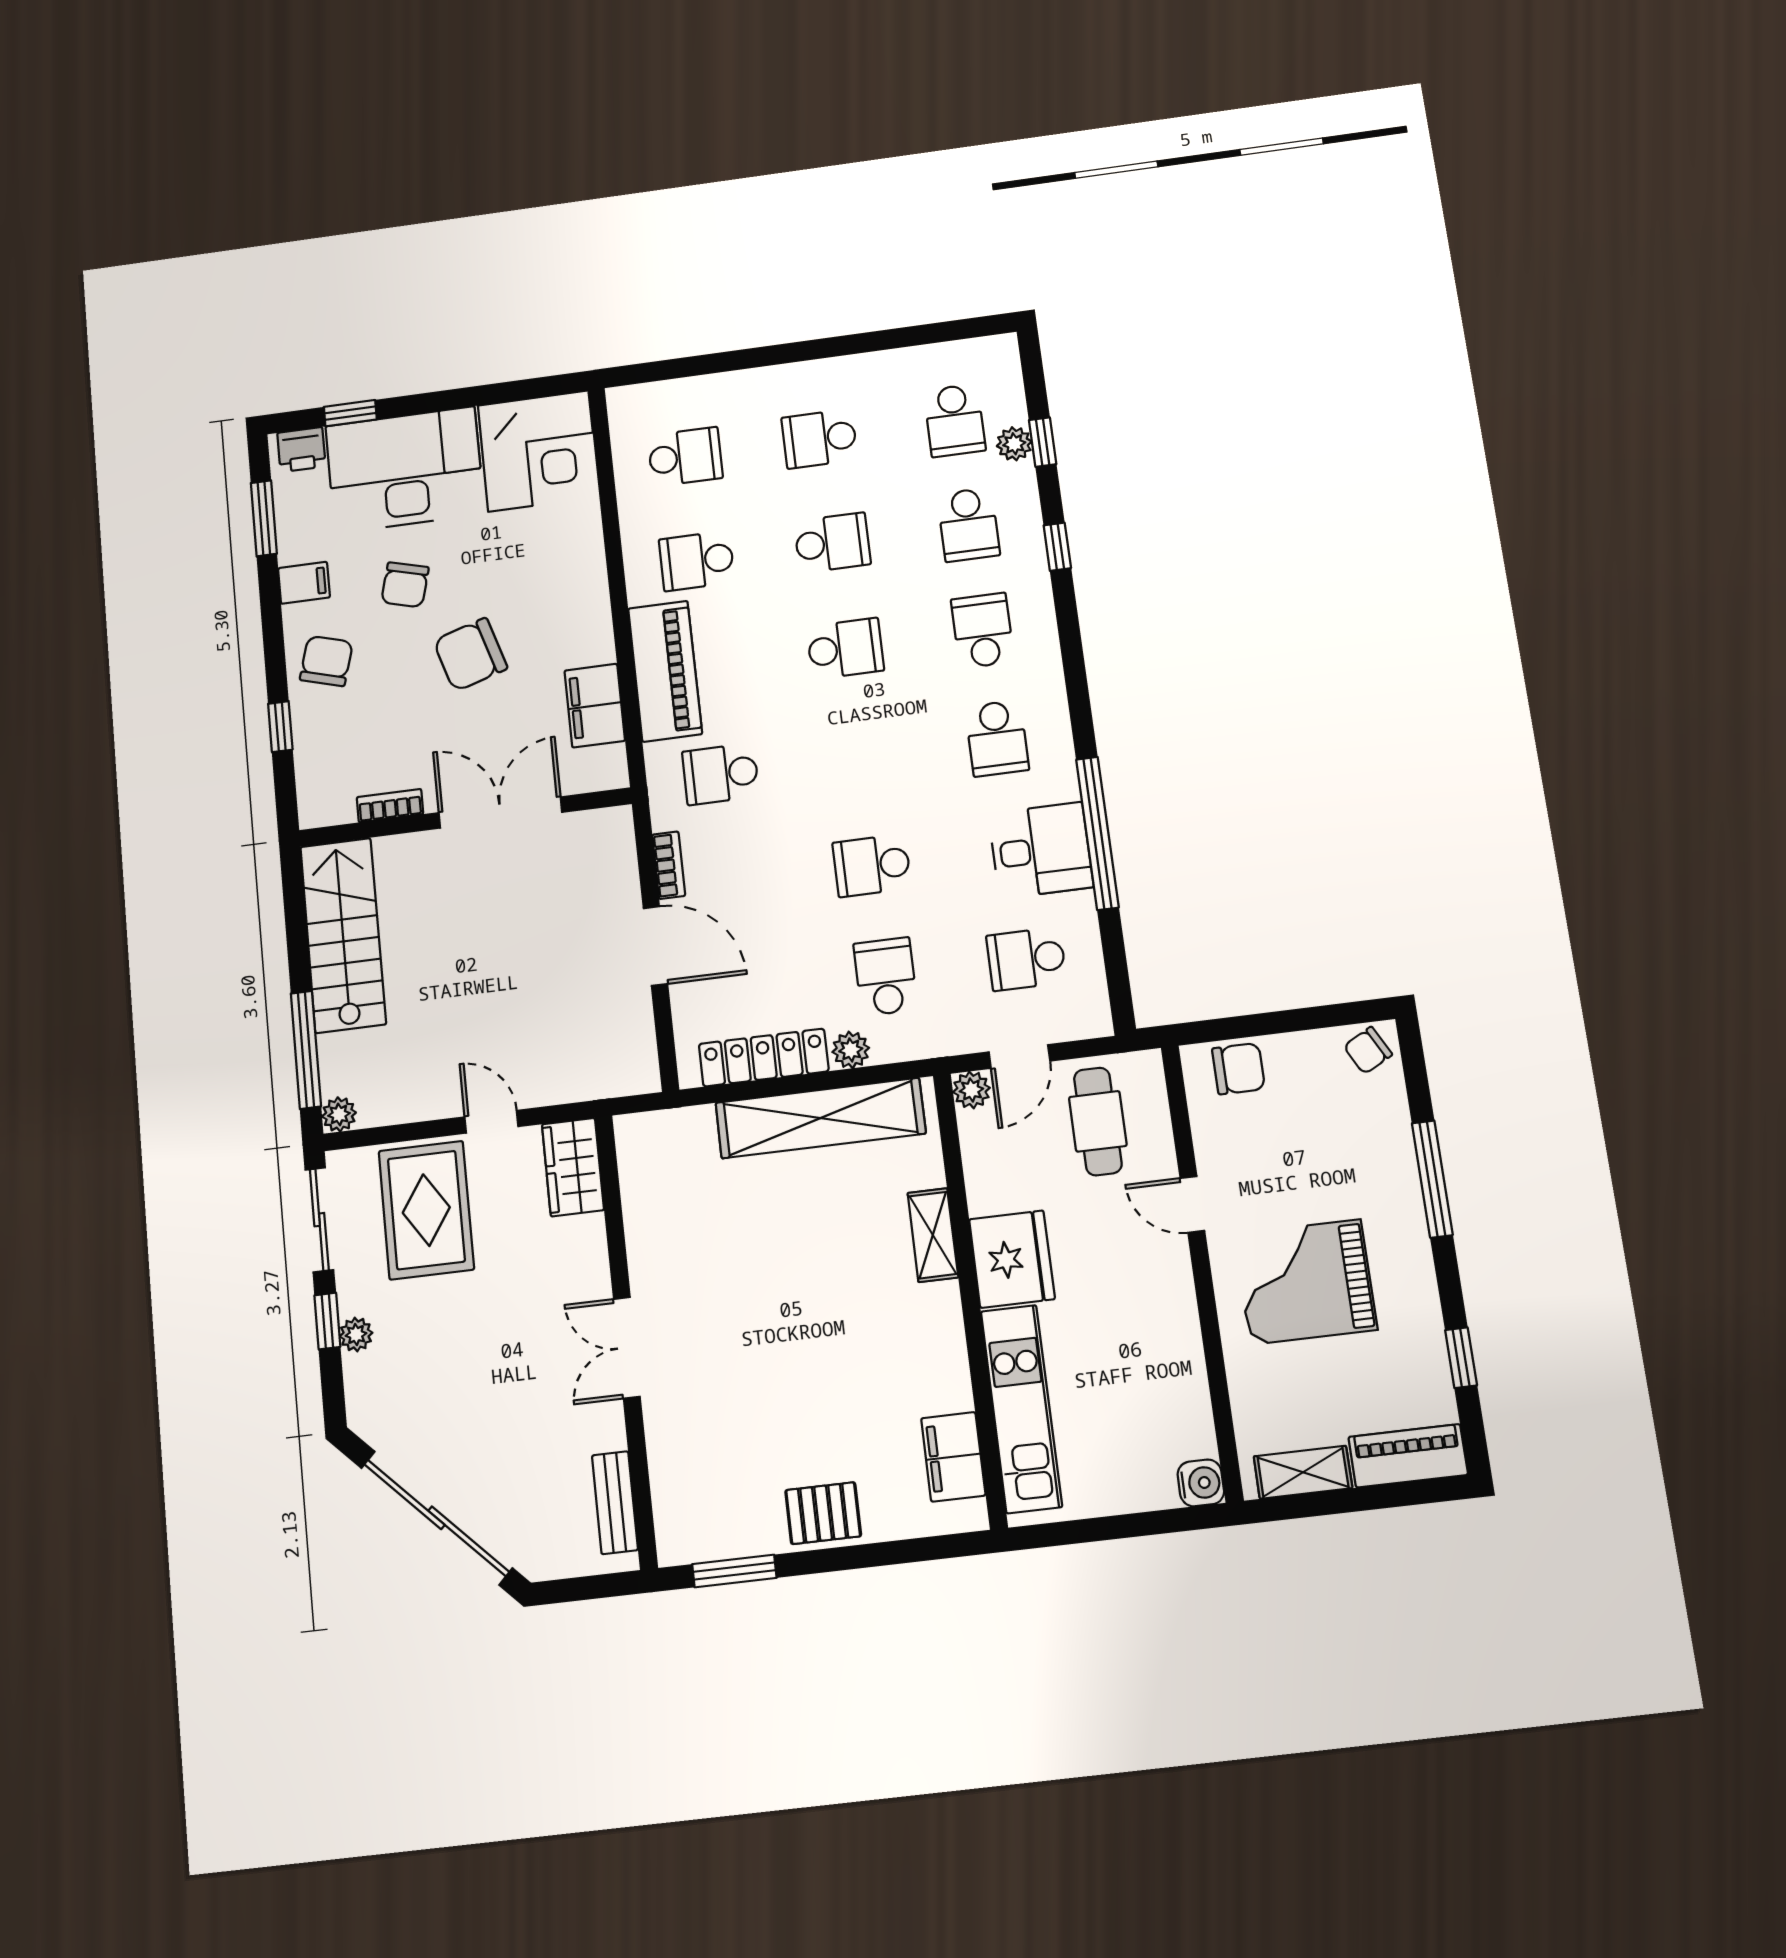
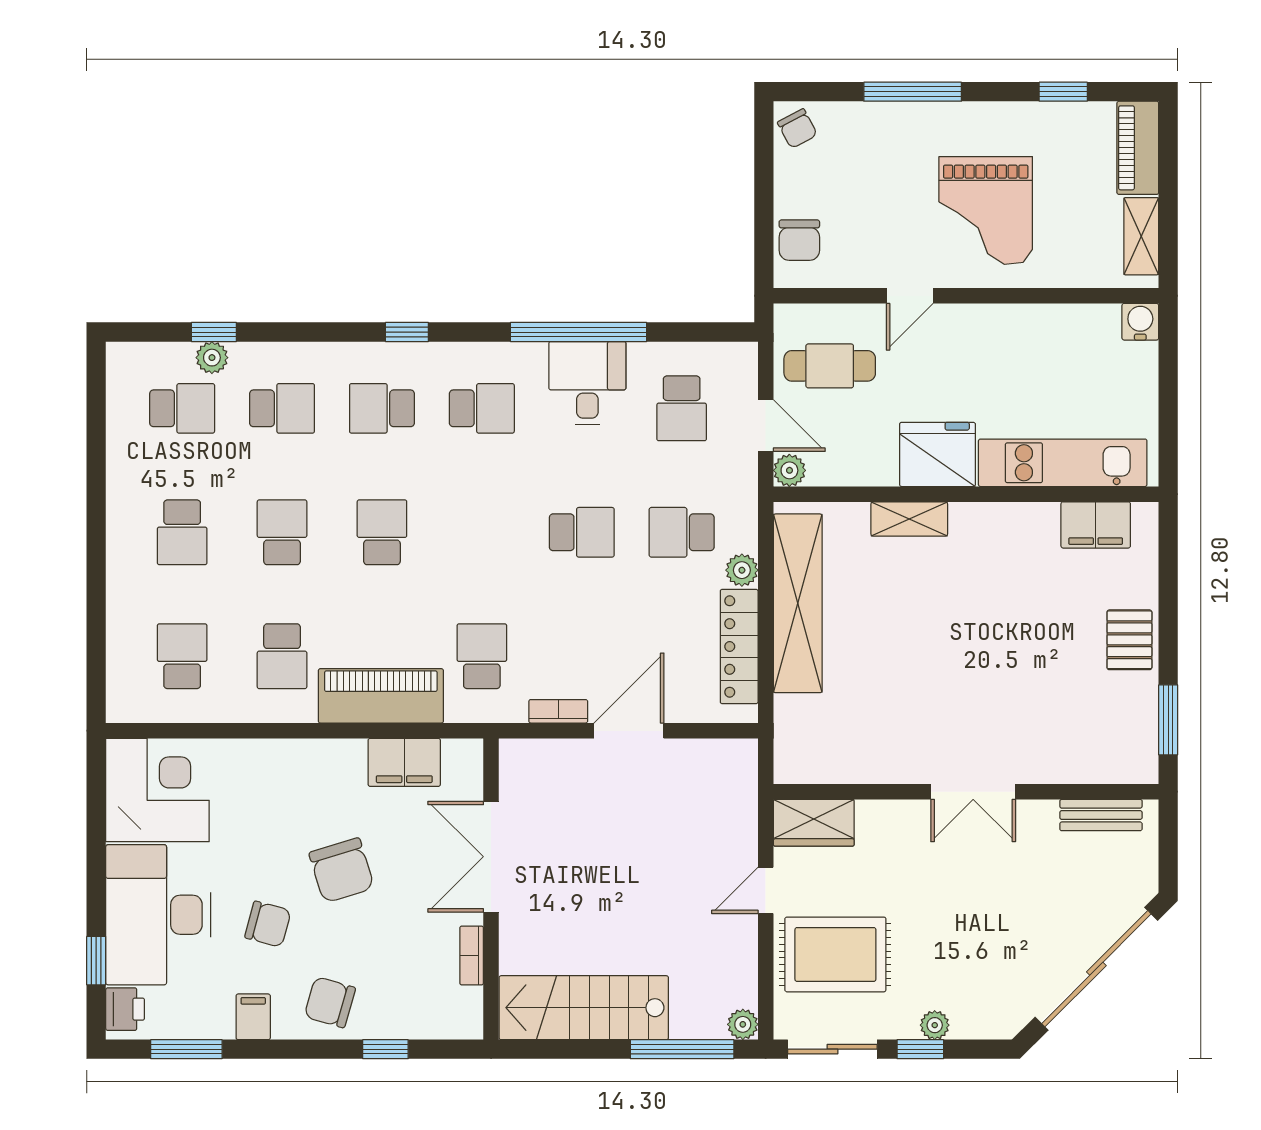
window: (1057, 547) -> (407, 332), moved
school desk: (721, 774) -> (482, 656), turned 180
school desk: (872, 865) -> (582, 532), turned -90
chair: (1238, 1069) -> (799, 240), turned 180

